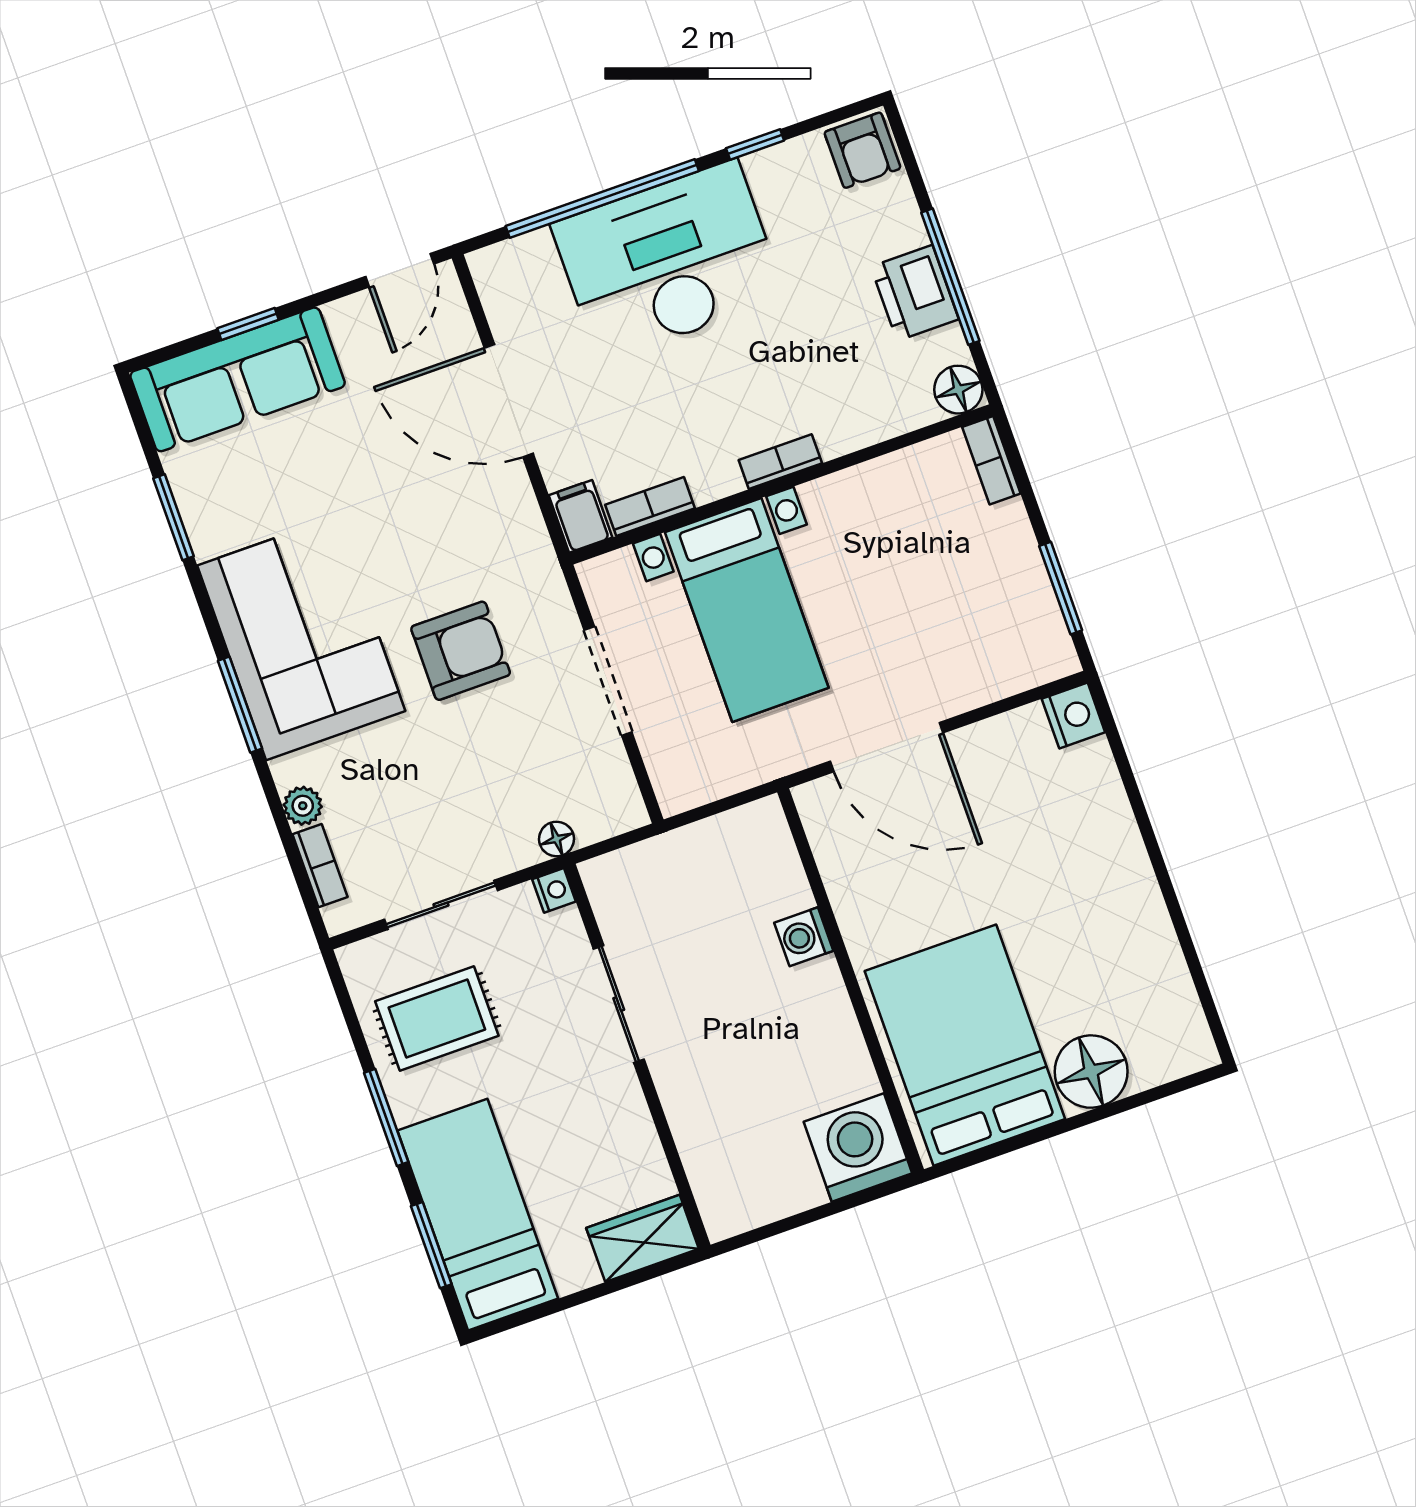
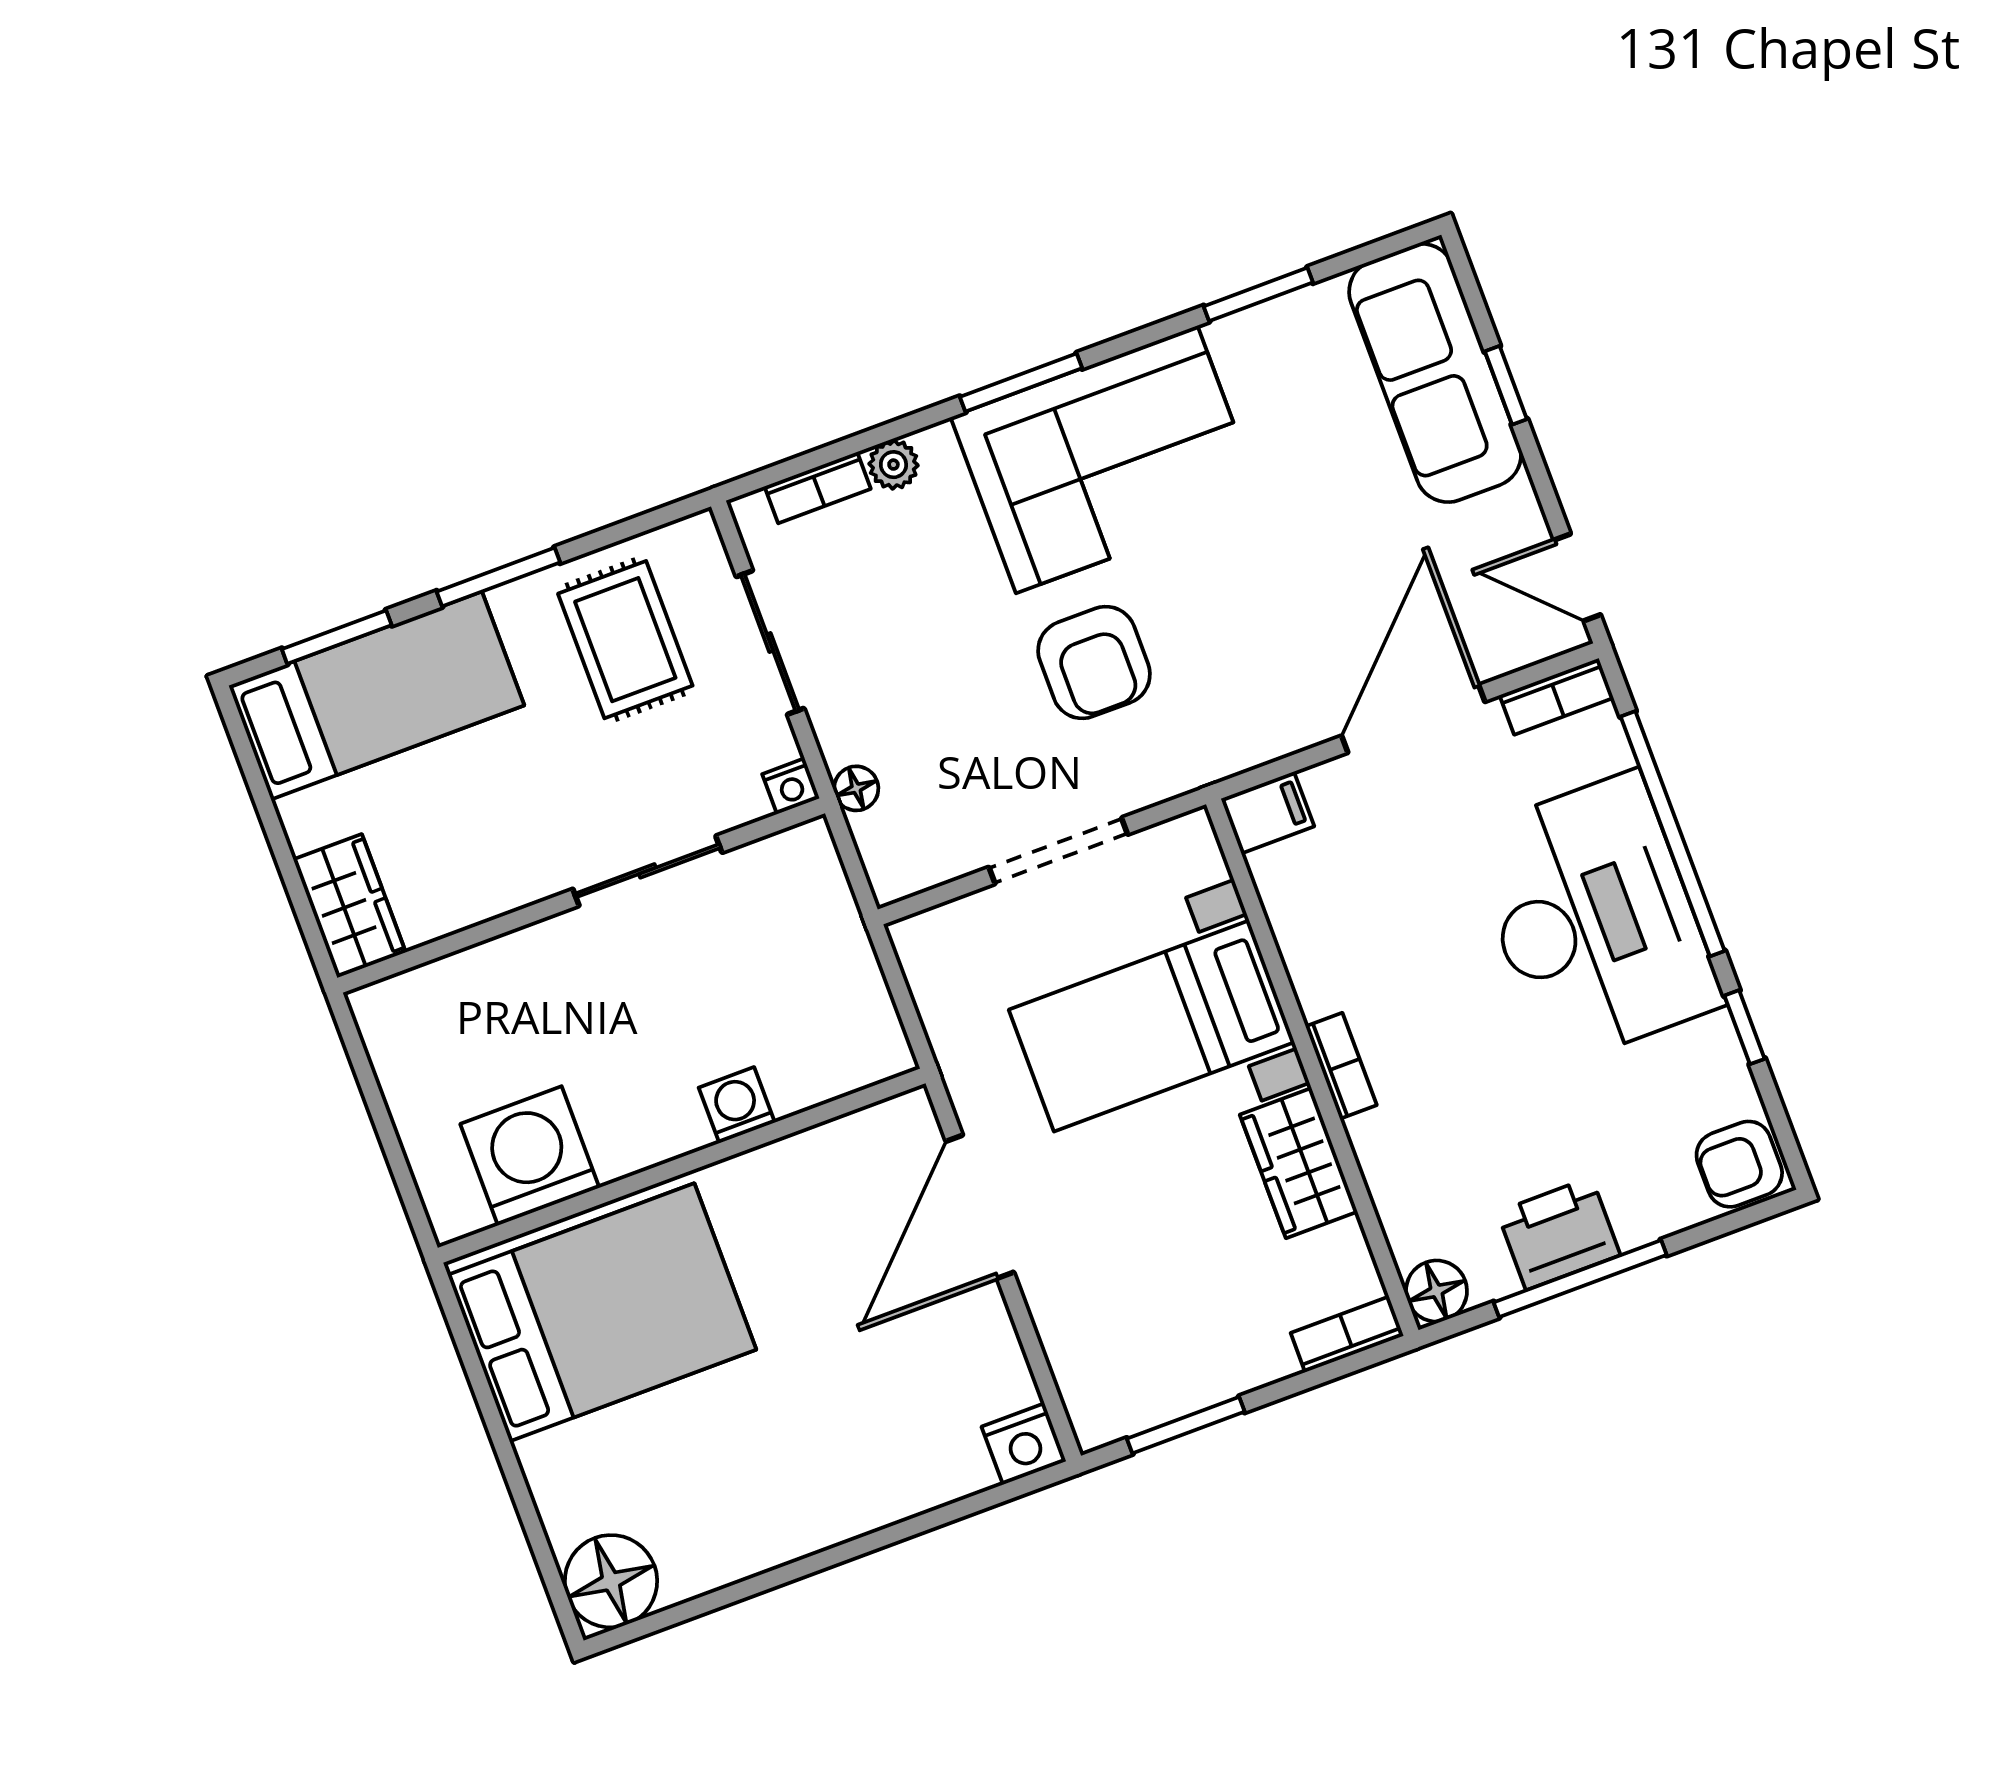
wardrobe: (856, 496) -> (1299, 1163), added
bookcase: (650, 507) -> (1557, 697), moved, turned 90
floor lamp: (1091, 1072) -> (611, 1581), moved
washing machine: (858, 1147) -> (530, 1156), moved, turned -90

